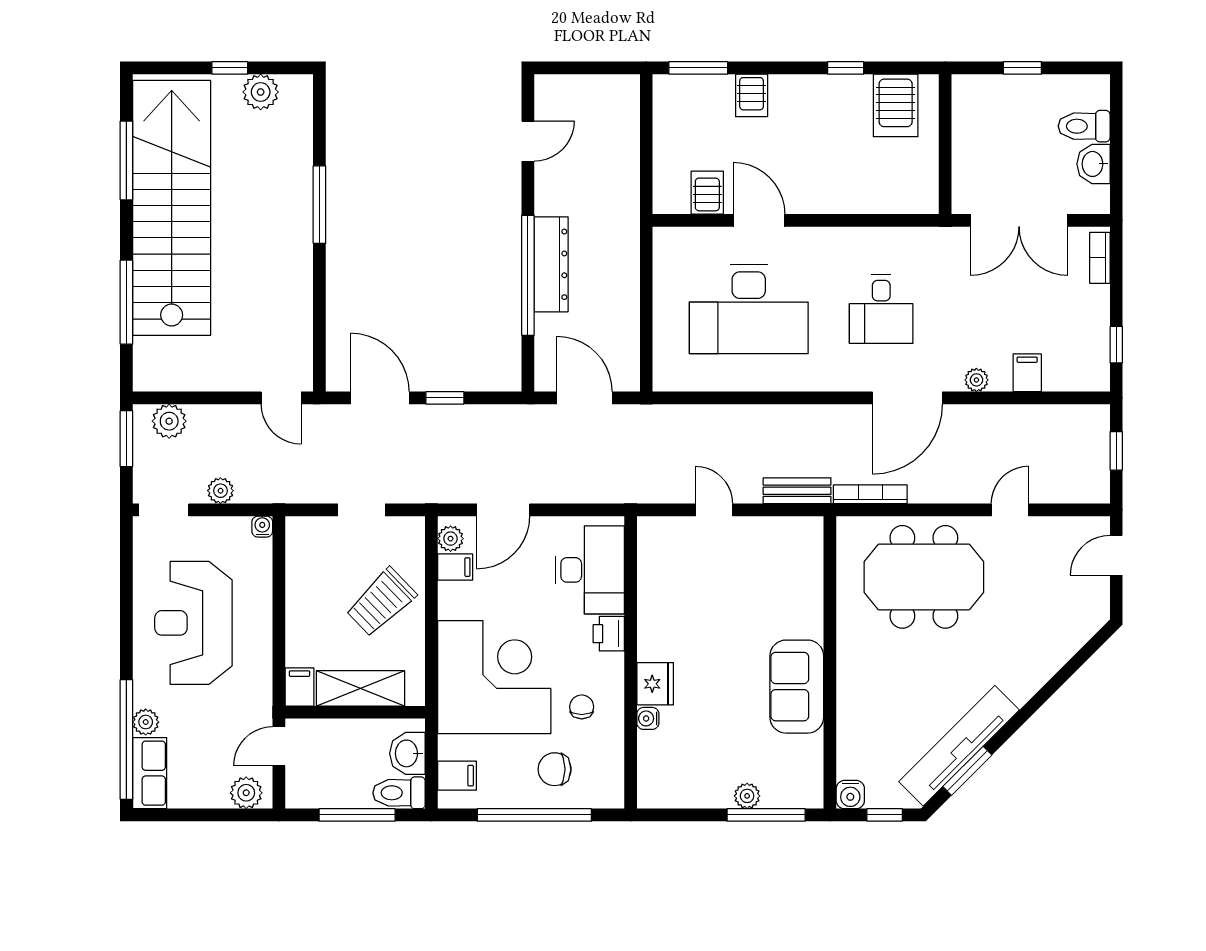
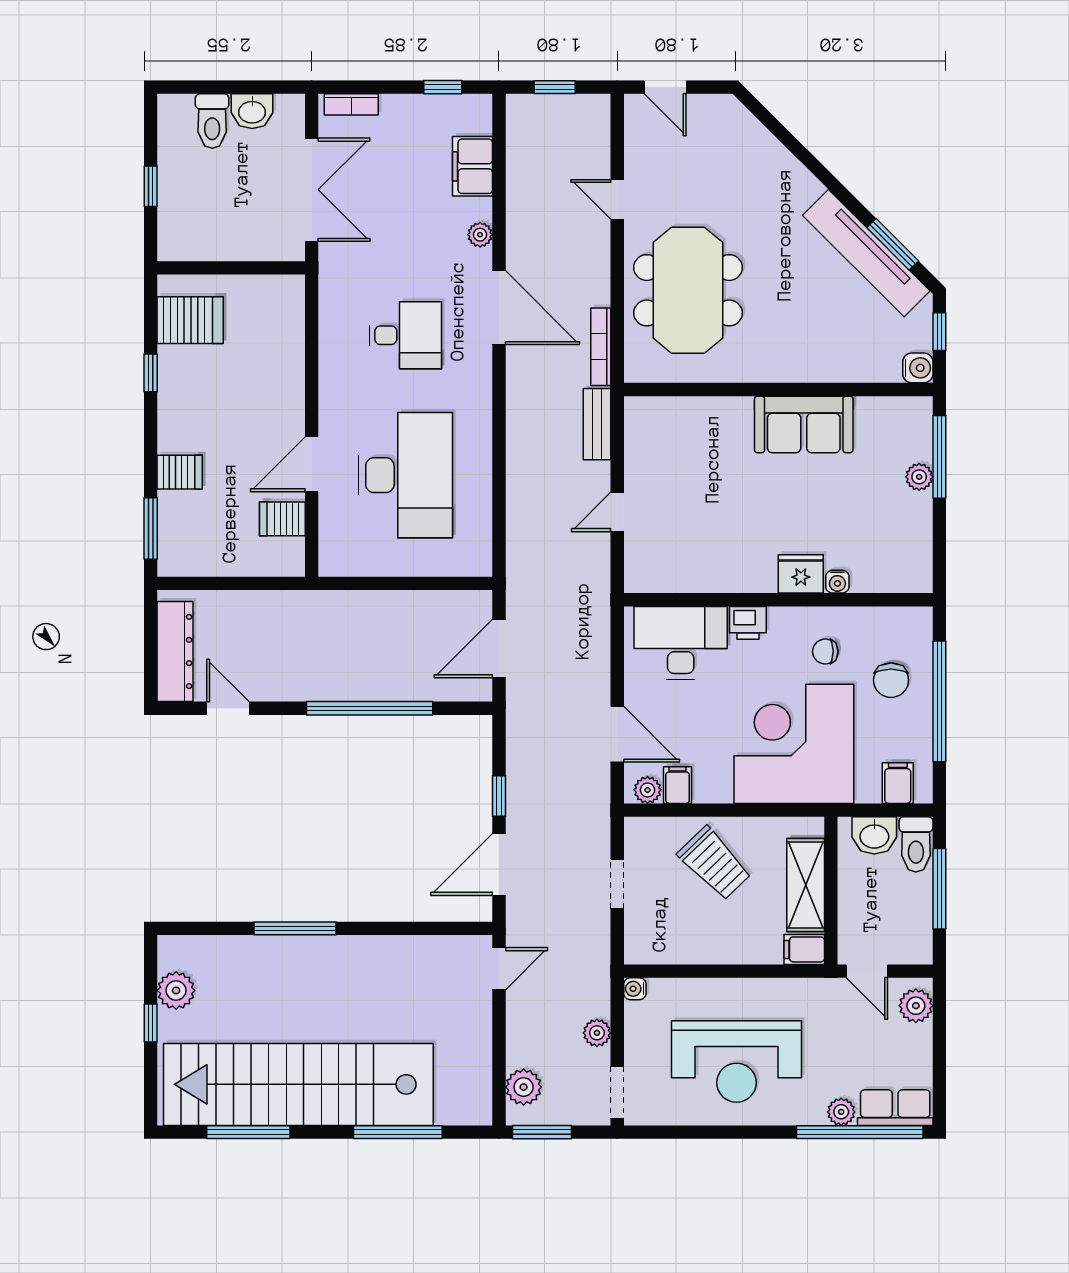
dresser: (551, 264) -> (175, 652), moved, turned 90
filing cabinet: (1027, 373) -> (473, 166), width x2.00

